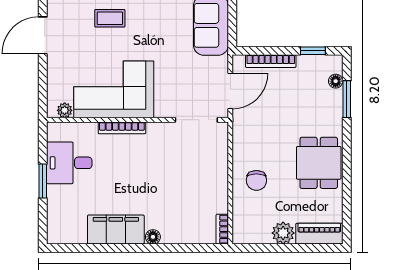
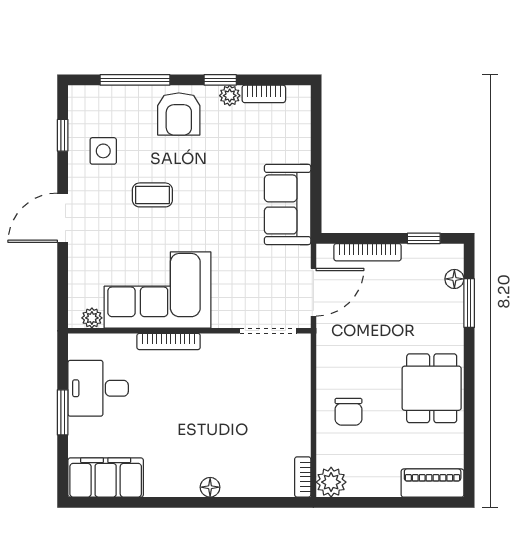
filing cabinet: (116, 230) -> (106, 477), moved
plant: (283, 233) -> (331, 482), moved

